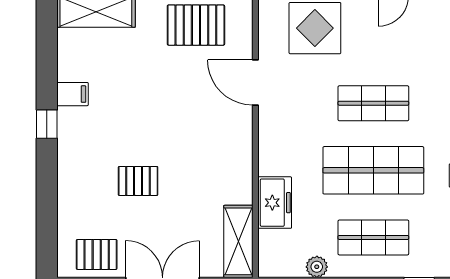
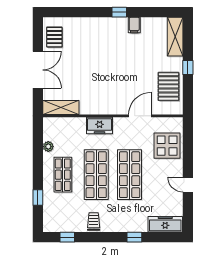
shop shelf: (373, 103) -> (130, 175), width x1.43, depth x1.36
pallet: (138, 181) -> (91, 58), removed
freezer: (275, 203) -> (100, 126), moved

